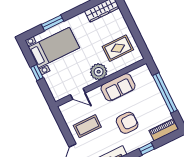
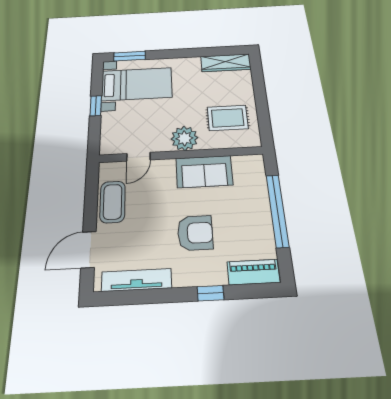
window: (53, 23) -> (130, 56), moved
door: (78, 94) -> (138, 157), hinge flipped
coffee table: (87, 126) -> (113, 202), moved, turned 90

